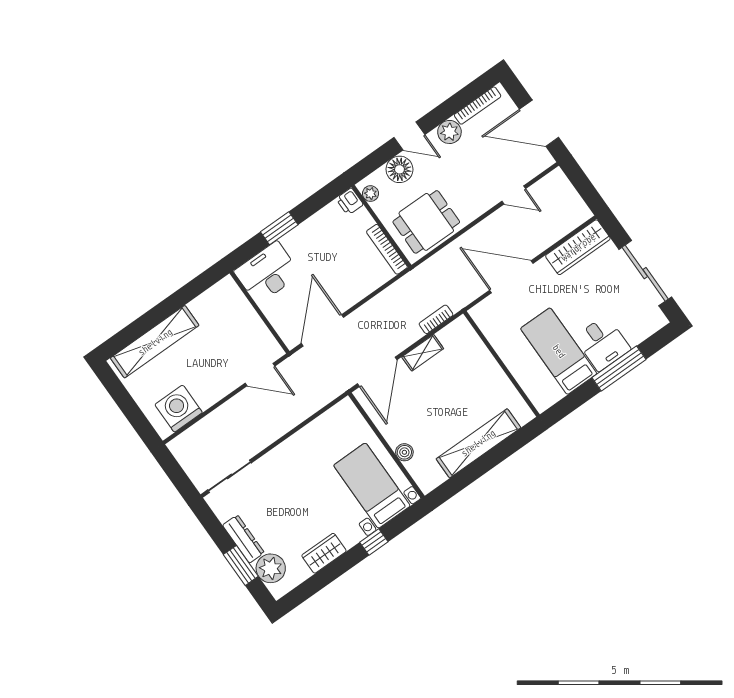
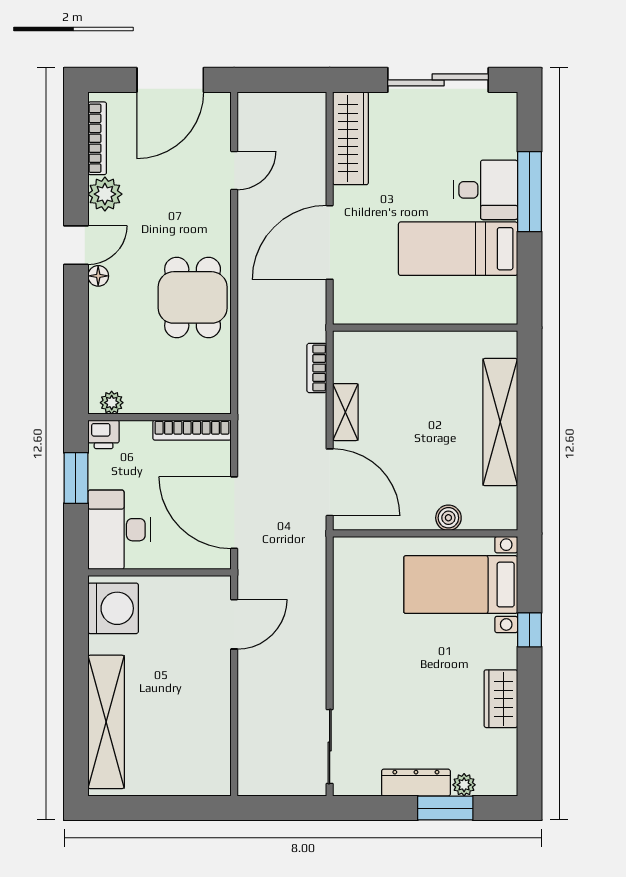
floor lamp: (399, 169) -> (98, 276), width x0.53, depth x0.53
plant: (371, 194) -> (112, 403), moved
printer: (350, 202) -> (104, 434), moved
wall: (381, 226) -> (160, 417), moved
bookcase: (387, 249) -> (192, 430), moved
washing machine: (179, 409) -> (113, 608), moved, turned 180
plant: (271, 568) -> (464, 785), width x0.53, depth x0.53

